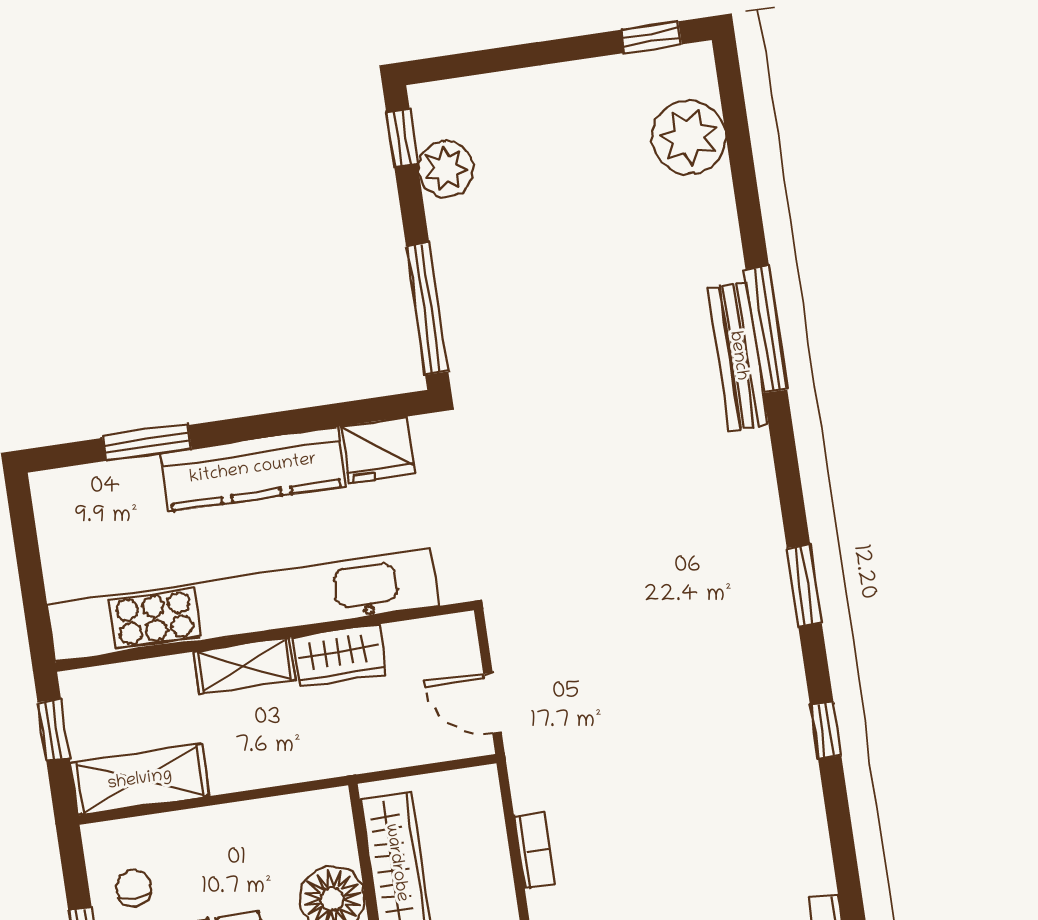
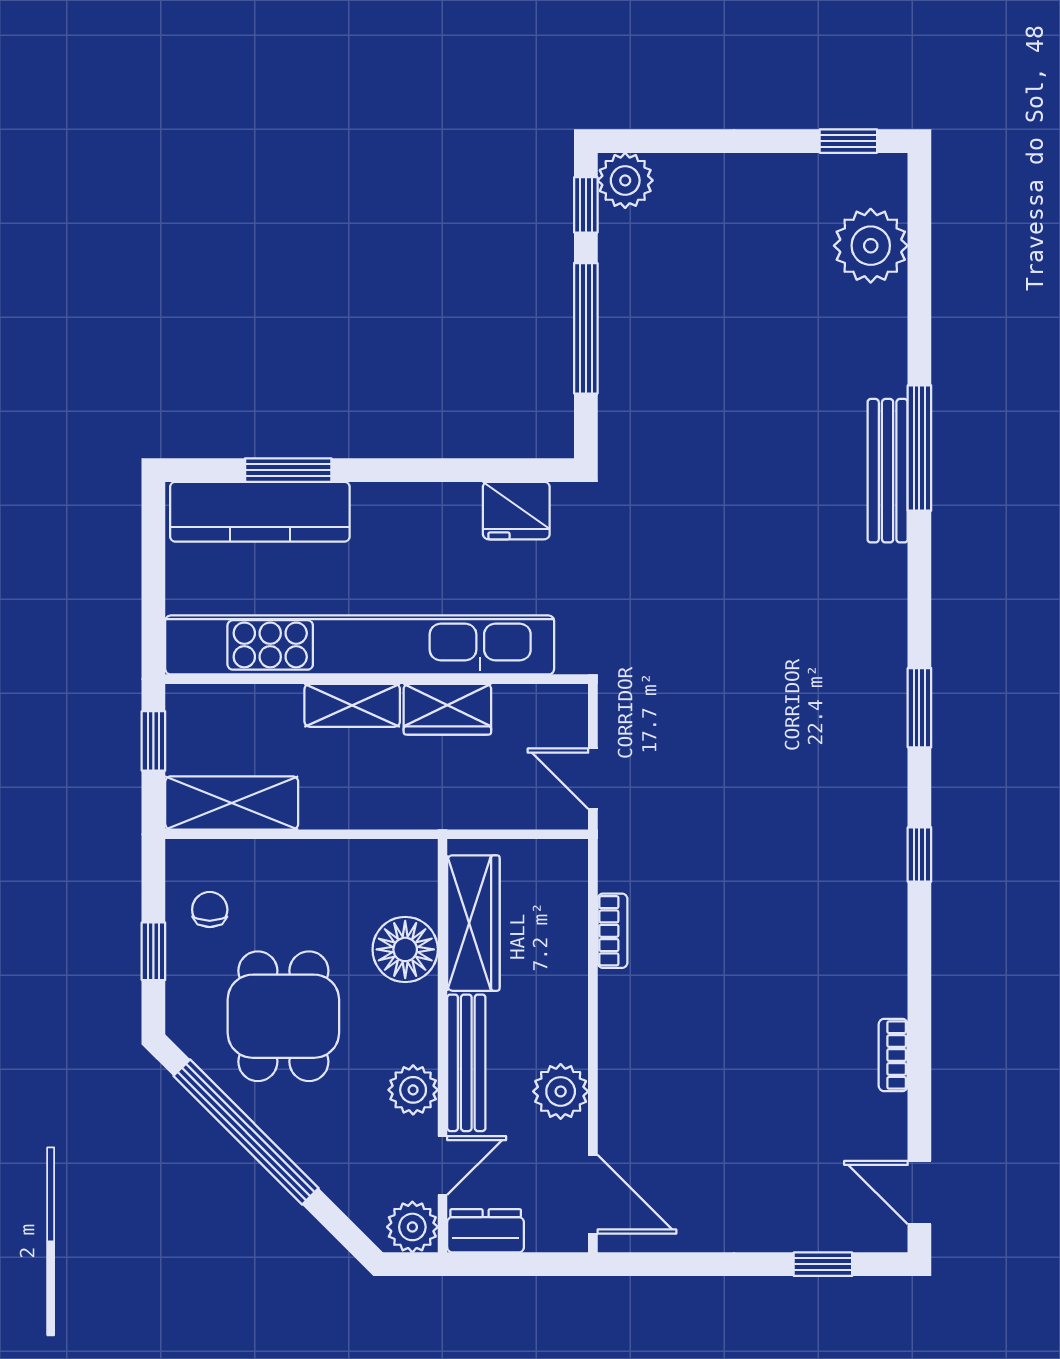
plant: (446, 169) -> (625, 180), moved
window: (427, 309) -> (586, 328), moved
kitchen counter: (253, 469) -> (260, 512), moved

